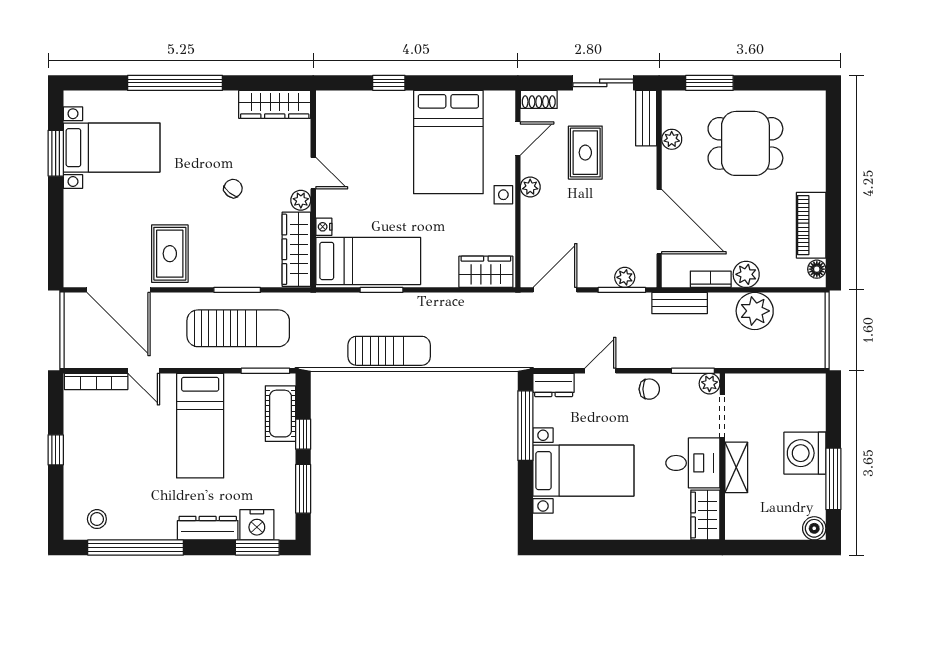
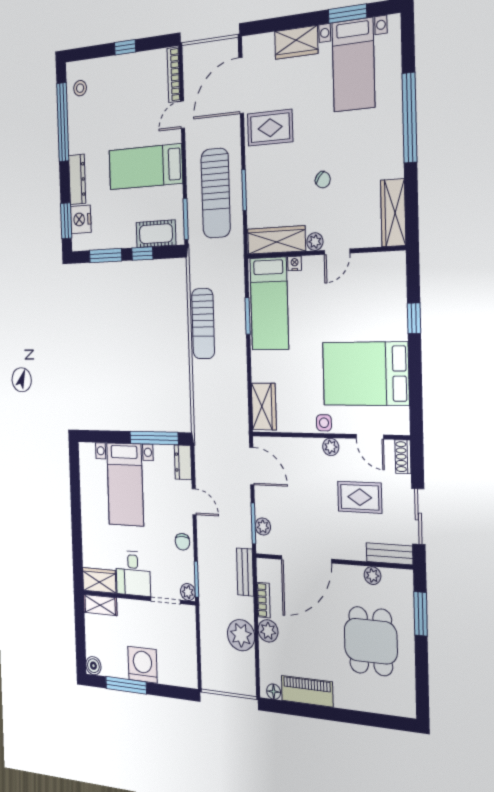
wardrobe: (79, 217) -> (296, 42), added
shelving: (736, 467) -> (100, 605), moved

